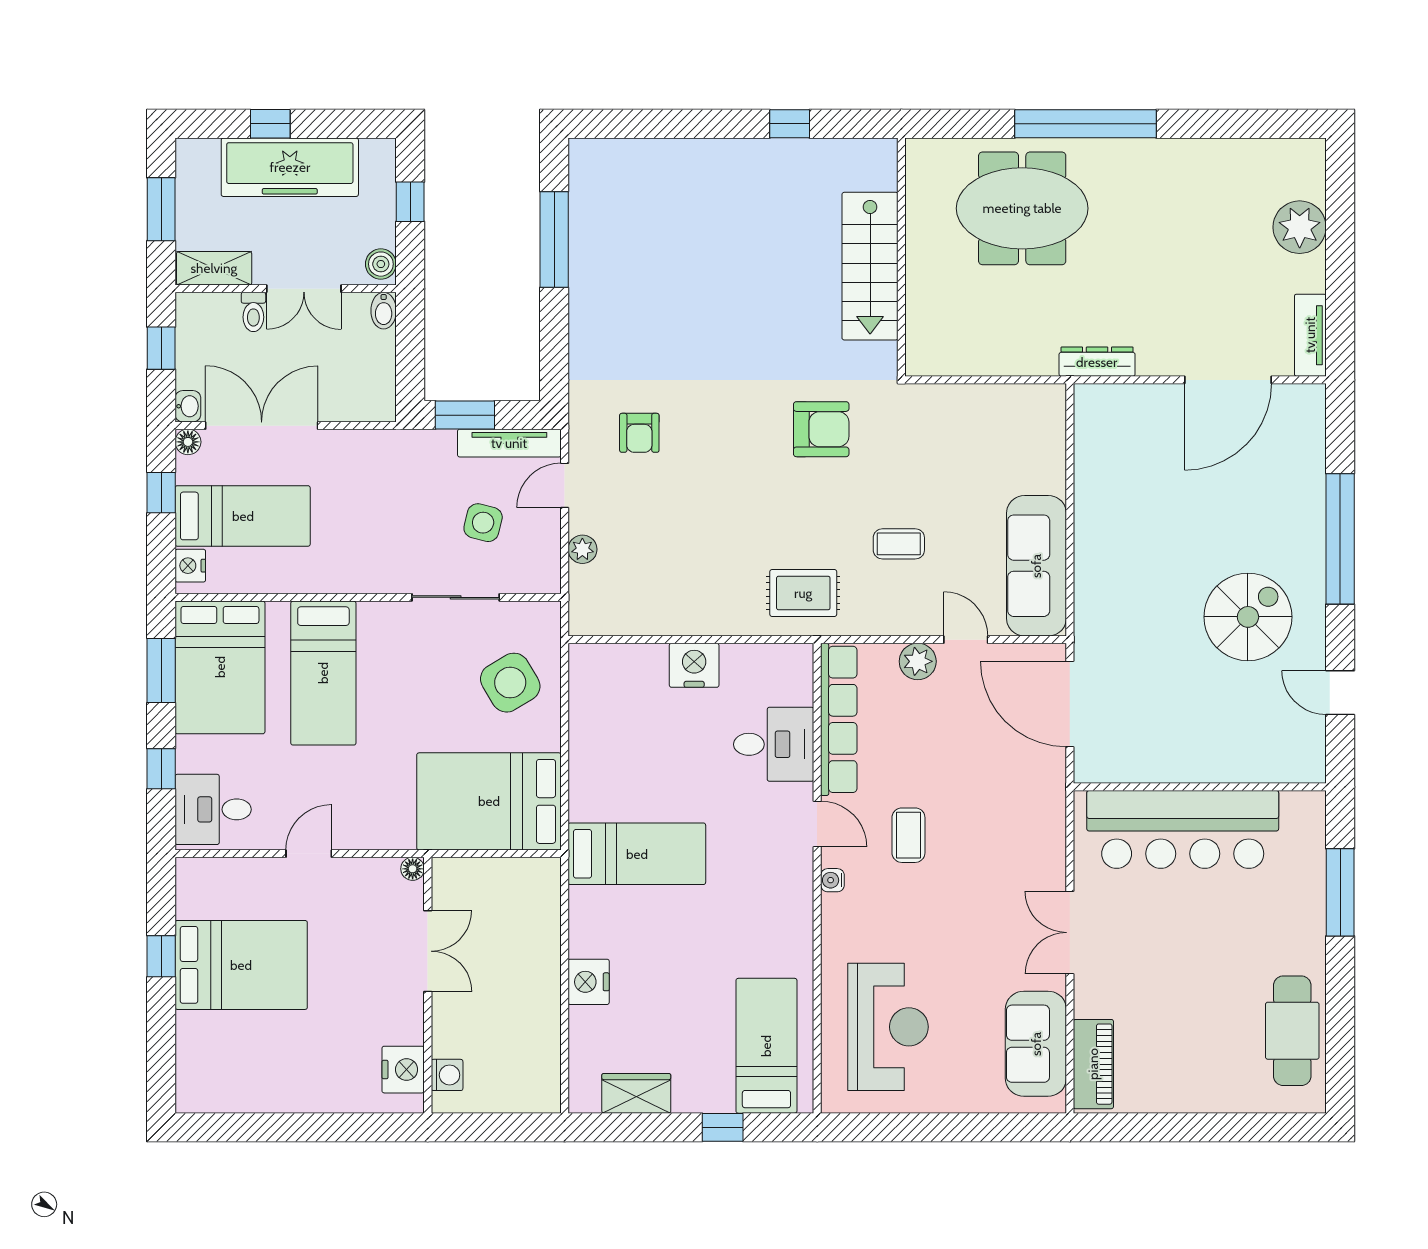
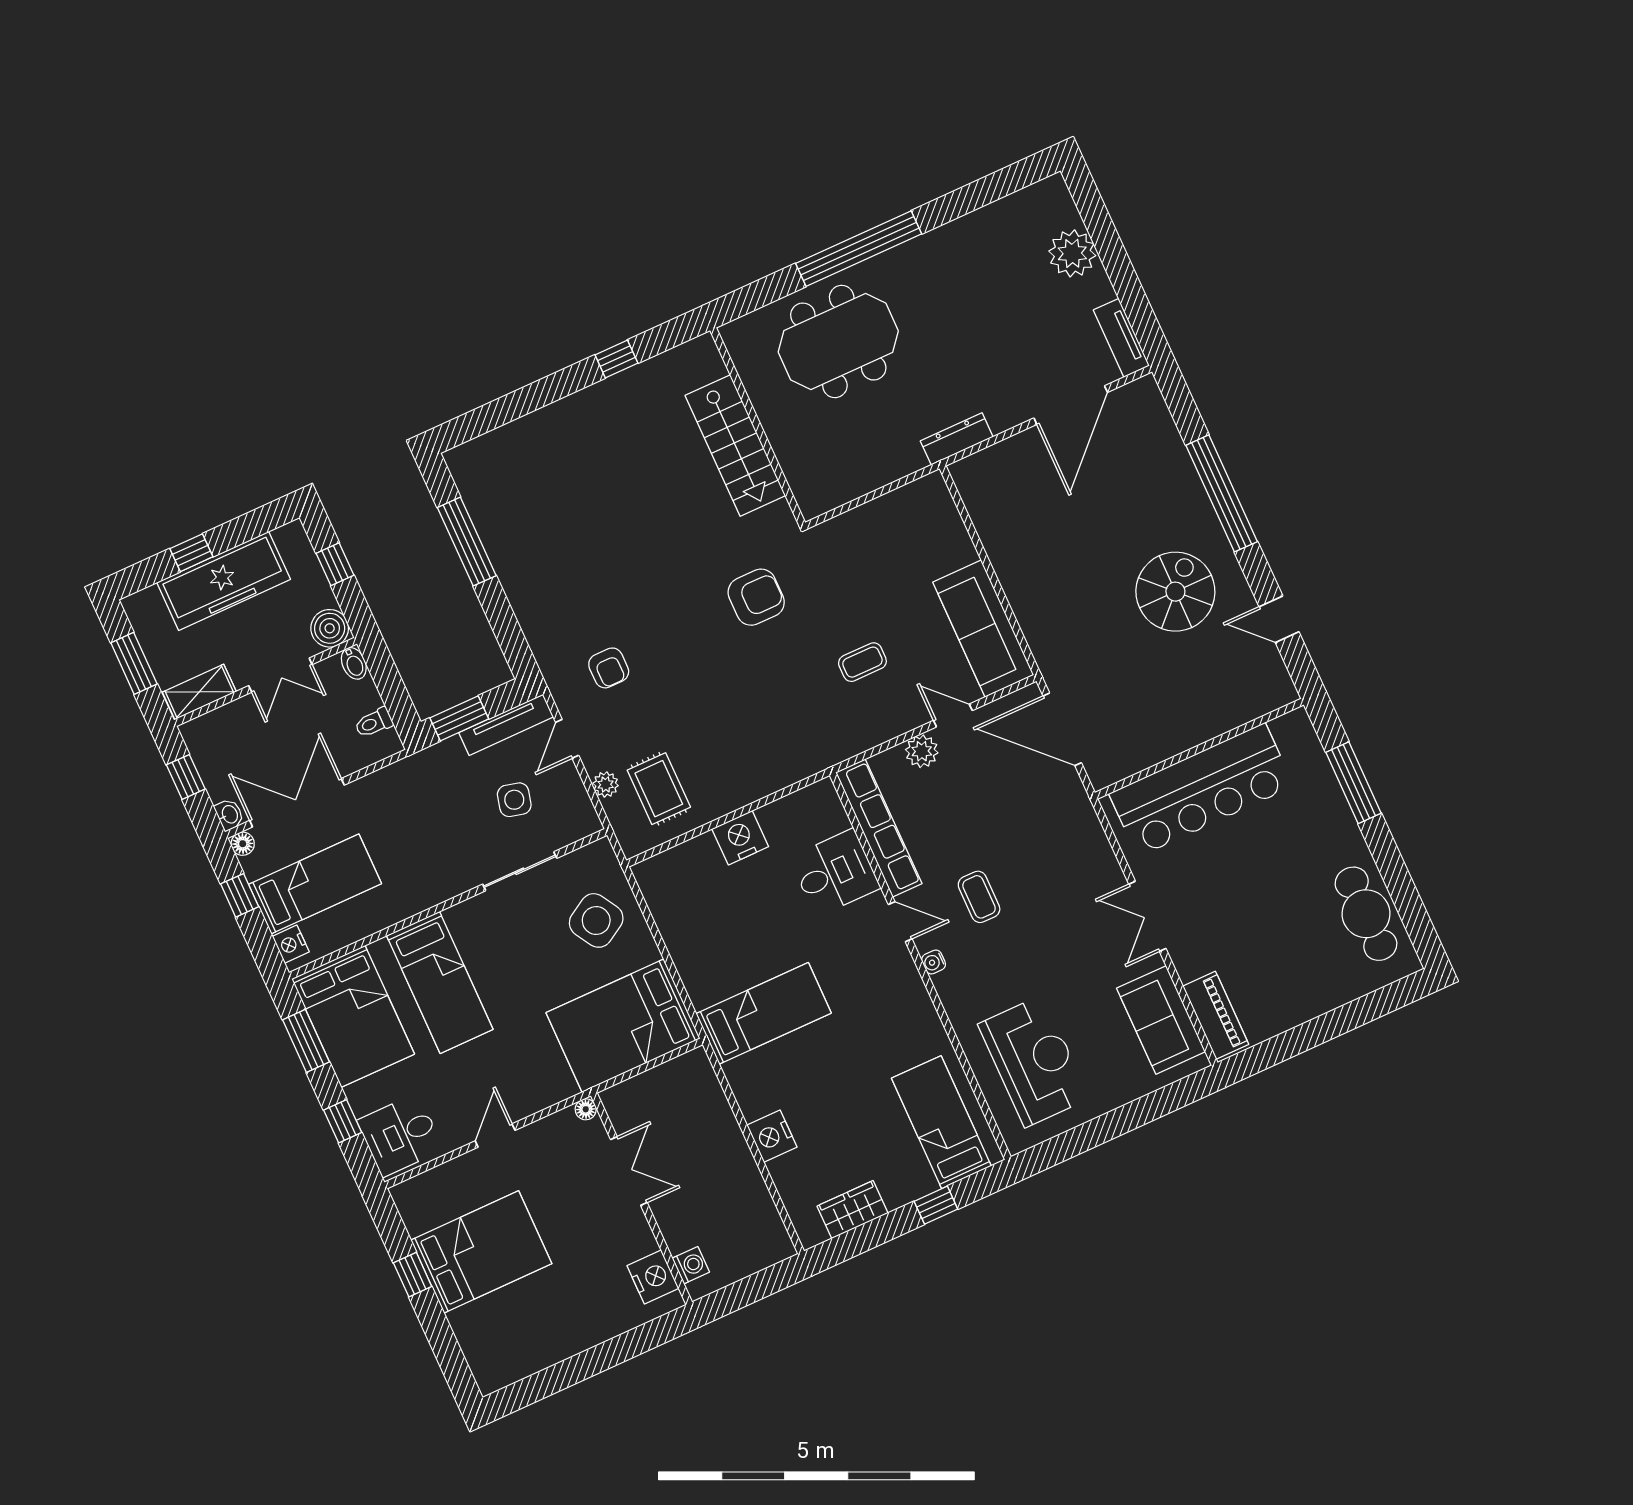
boiler: (381, 264) -> (330, 628), width x1.36, depth x1.36
toilet: (253, 312) -> (374, 723), moved, turned 90
rug: (803, 593) -> (659, 789), moved, turned 90

